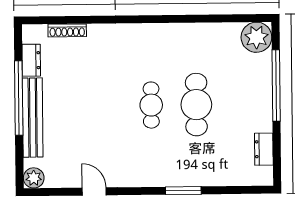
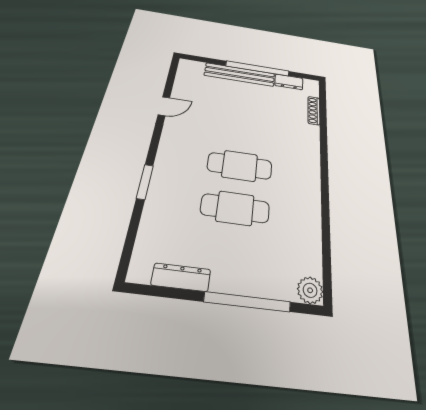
plant: (256, 37) -> (310, 290), width x0.73, depth x0.73
cafe table: (151, 105) -> (240, 166), width x1.37, depth x1.35
dresser: (264, 149) -> (181, 277), width x1.44
plant: (34, 178) -> (187, 66), removed

